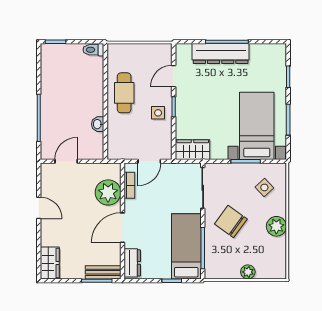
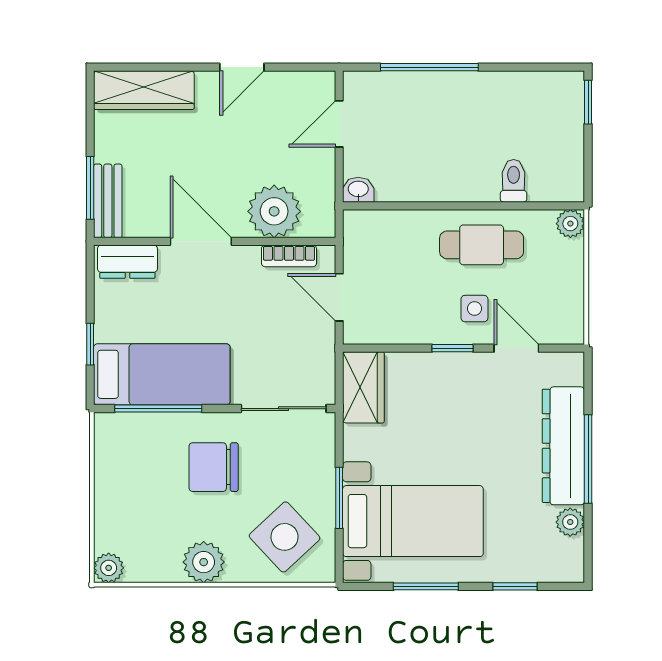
toilet: (93, 50) -> (514, 181), moved
plant: (114, 50) -> (570, 224), added
plant: (257, 50) -> (570, 522), added
side table: (158, 113) -> (474, 309), moved
washbasin: (98, 124) -> (358, 190), moved
door: (66, 161) -> (339, 124), swing flipped
side table: (264, 187) -> (285, 537), width x1.87, depth x1.87
chair: (231, 221) -> (214, 467), turned -126
wardrobe: (50, 263) -> (144, 90), width x1.50
plant: (248, 272) -> (109, 568), moved

